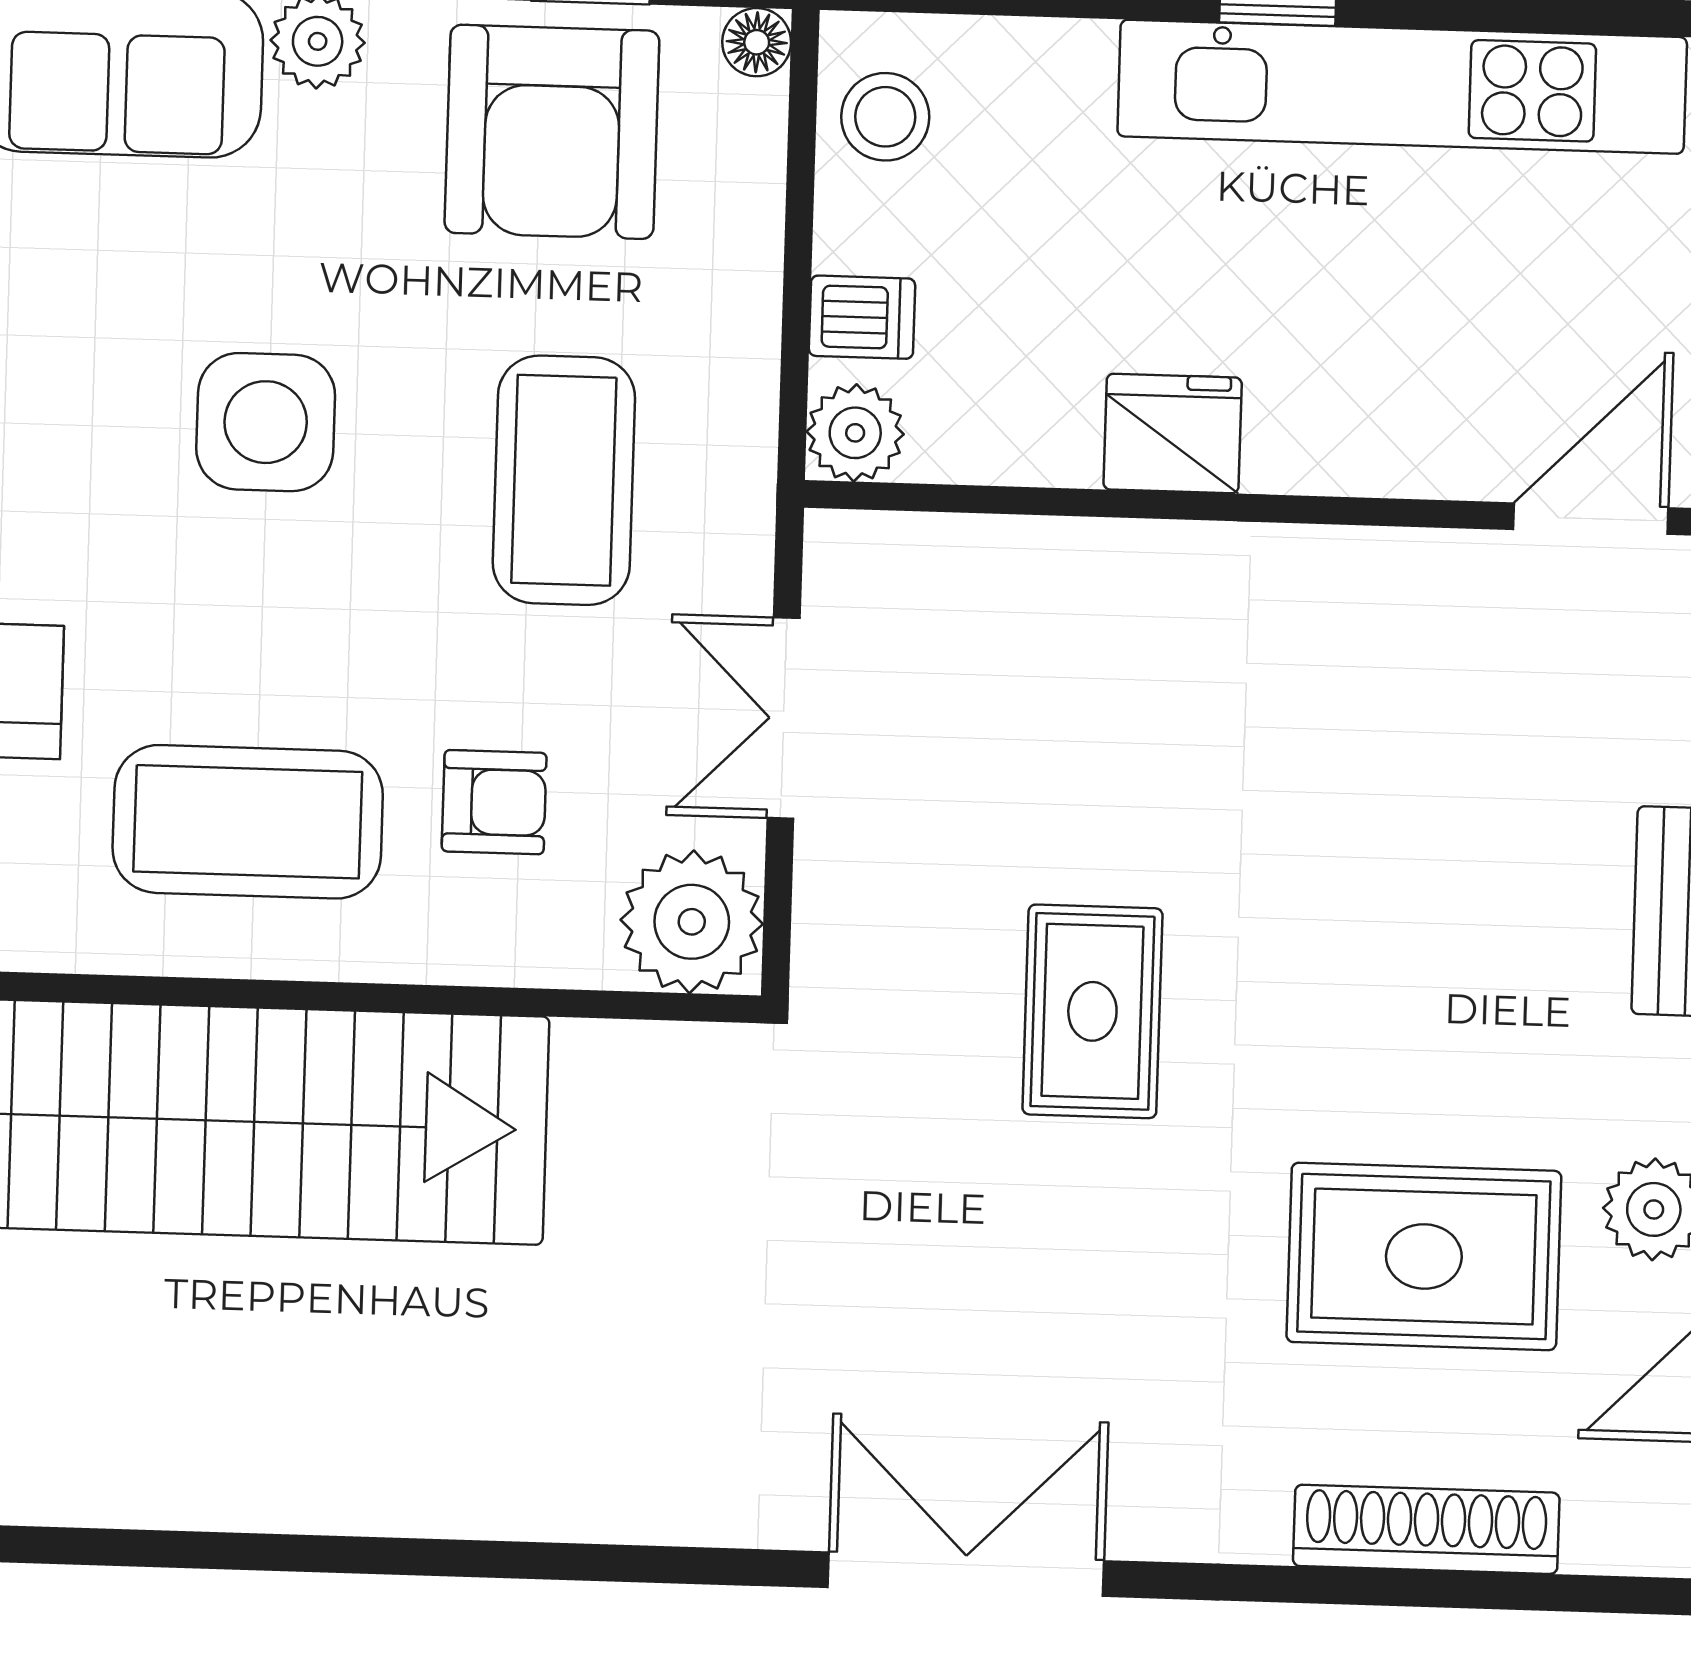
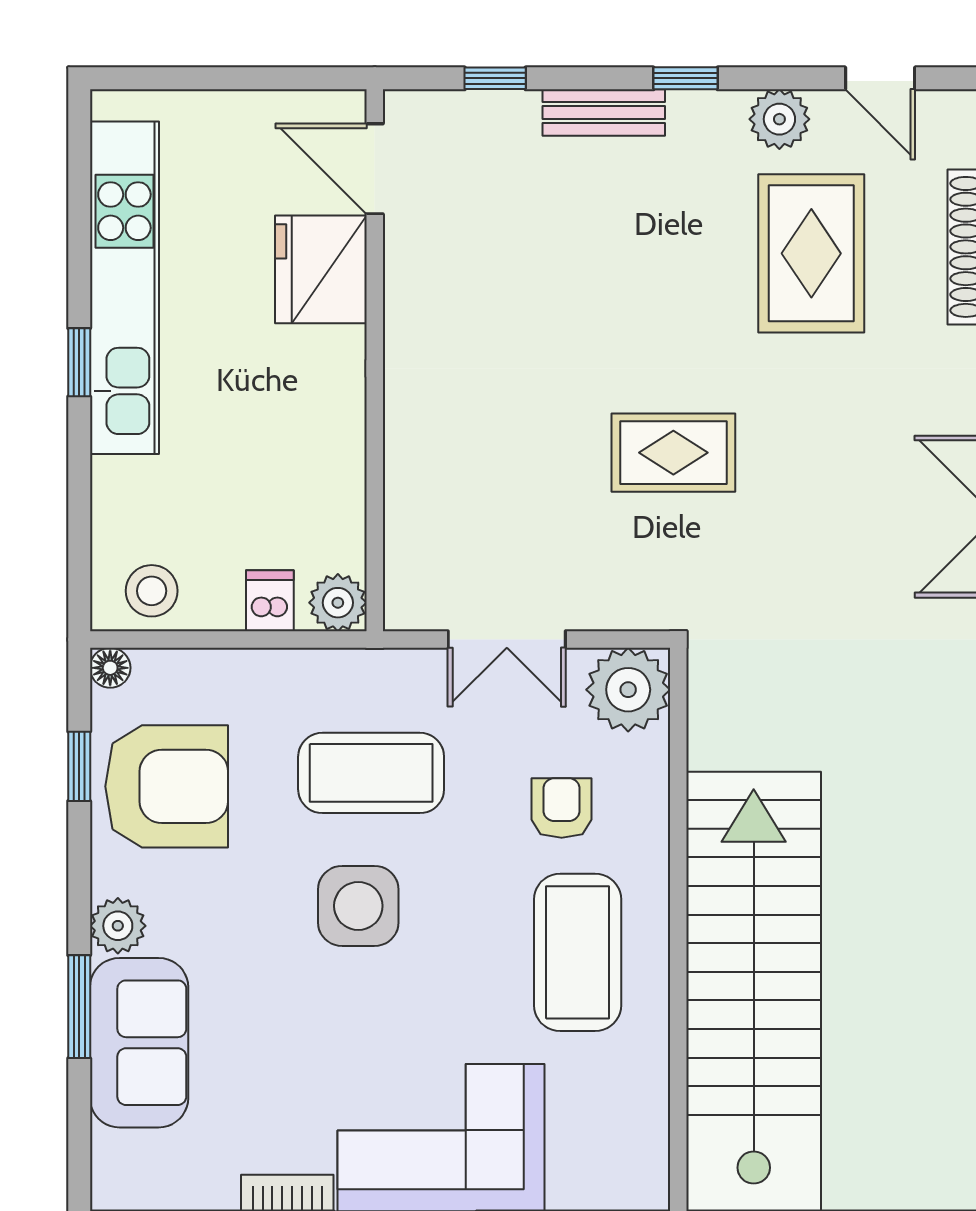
side table: (266, 422) -> (358, 906), moved
fridge: (1173, 433) -> (321, 269), moved, width x1.36, depth x1.34

